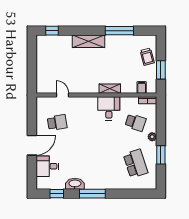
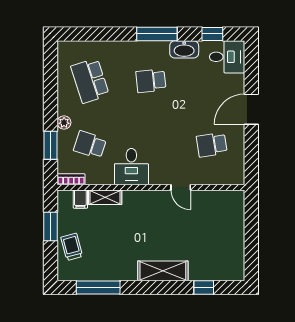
window: (52, 31) -> (204, 288), moved
window: (119, 31) -> (98, 288), moved
shelving: (110, 89) -> (105, 197), moved
door: (62, 95) -> (181, 187), moved
window: (161, 155) -> (51, 145), moved
school desk: (96, 164) -> (151, 81), added
desk: (47, 166) -> (227, 57), moved

